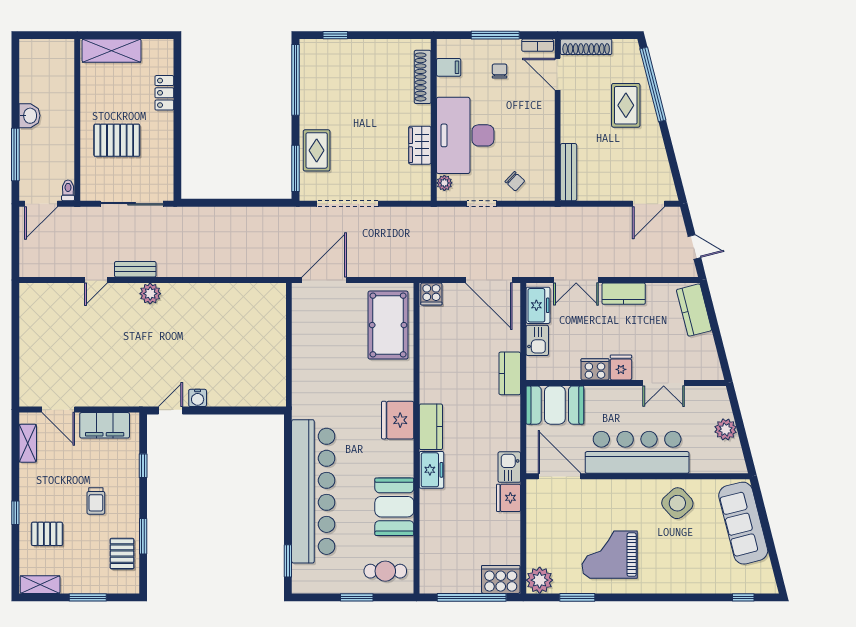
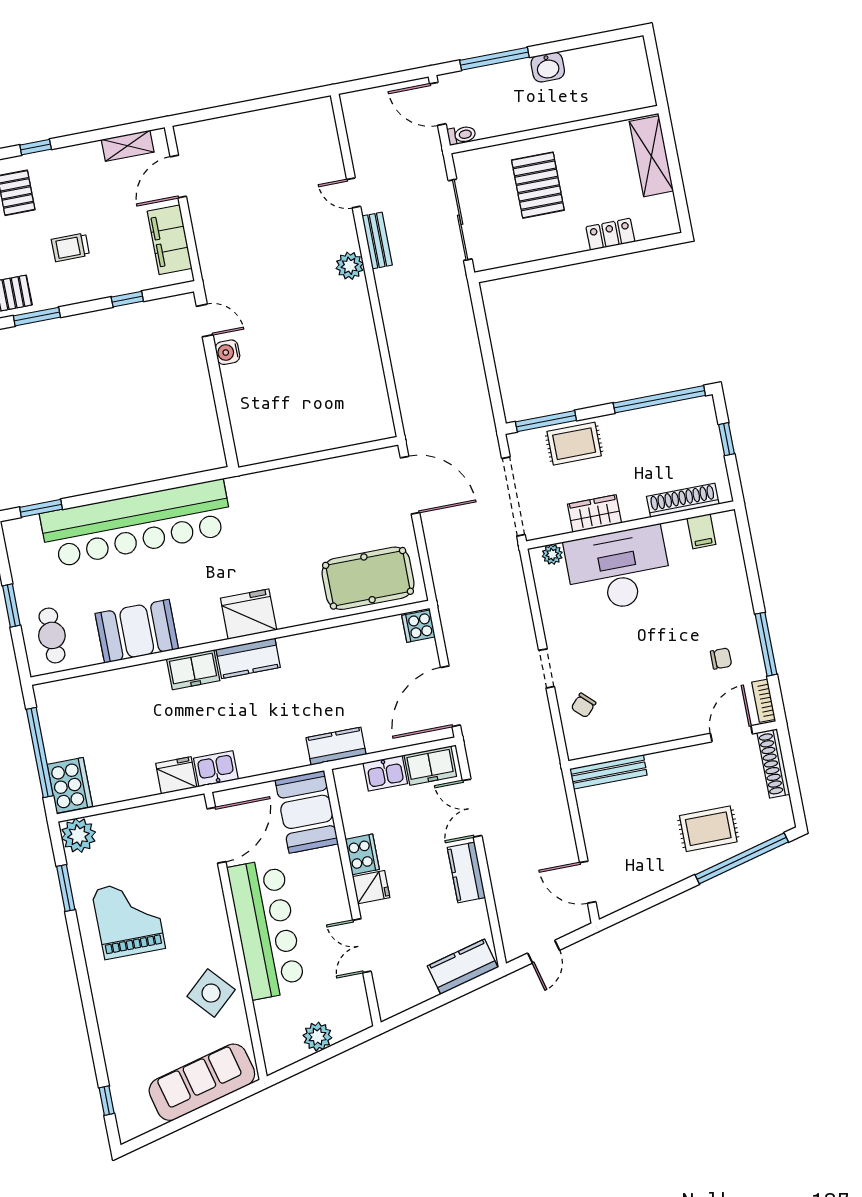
filing cabinet: (449, 67) -> (701, 531), moved
shoe rack: (423, 77) -> (683, 500), moved
wall: (434, 120) -> (630, 525), moved
desk: (465, 135) -> (618, 569), moved
wardrobe: (420, 145) -> (595, 514), moved
plant: (444, 183) -> (552, 554), moved

